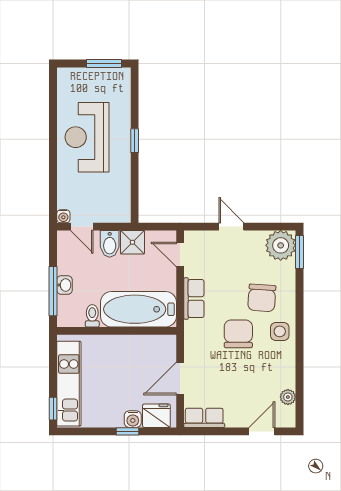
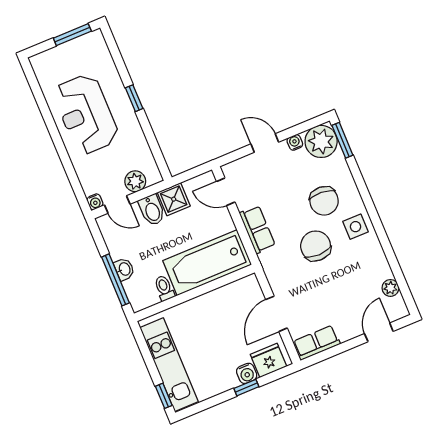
plant: (106, 213) -> (135, 181), added
water cooler: (258, 237) -> (295, 142), added

